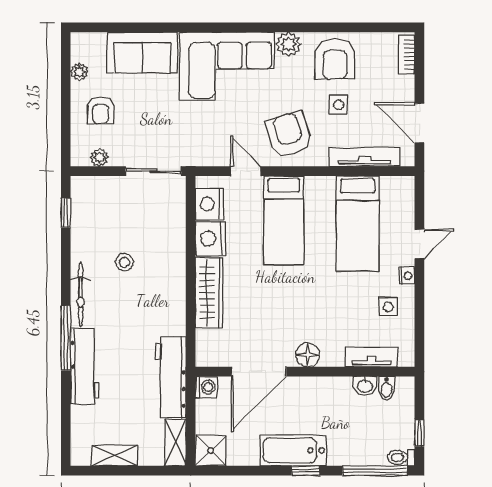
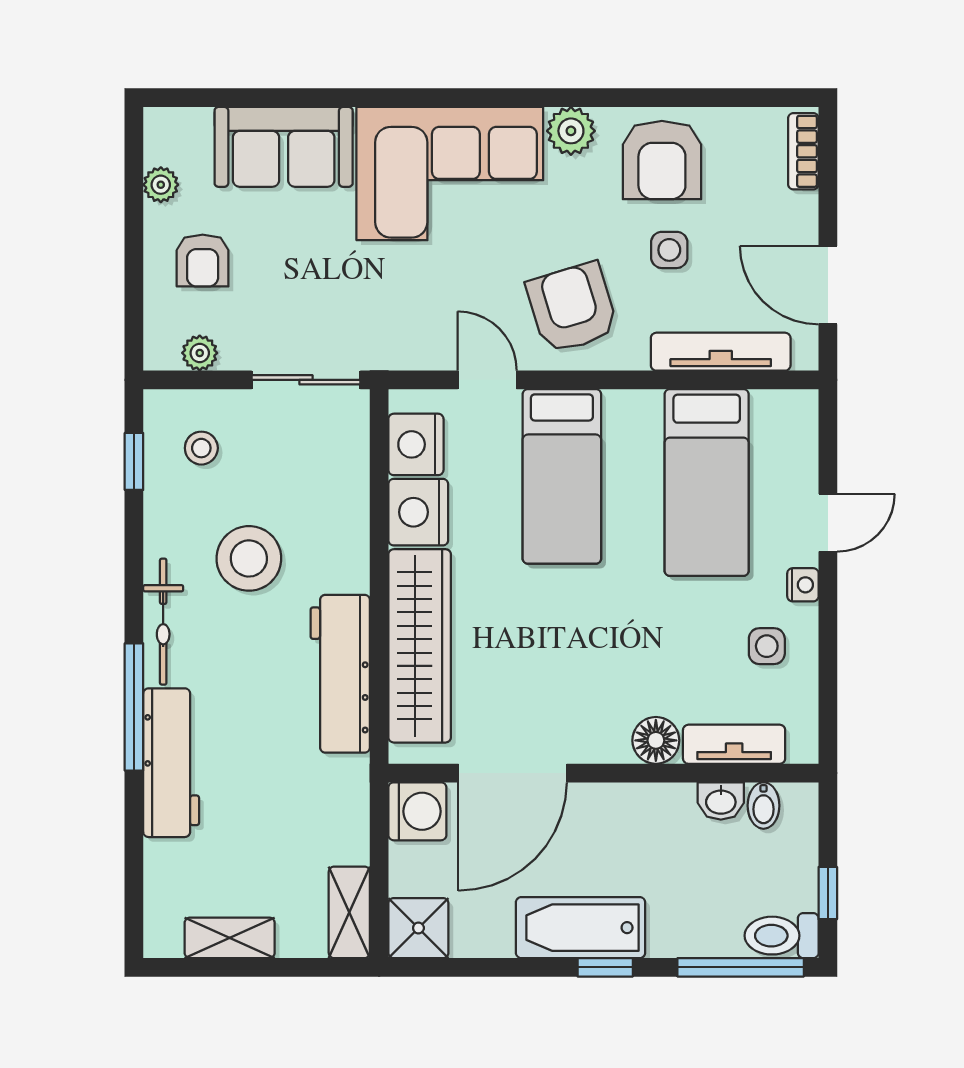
stool: (100, 206) -> (201, 448), added
stool: (124, 262) -> (249, 558), width x1.89, depth x1.89
wardrobe: (209, 293) -> (420, 646), width x1.40, depth x1.17
floor lamp: (308, 355) -> (656, 740), moved
workbench: (171, 377) -> (340, 674), moved
washing machine: (206, 387) -> (417, 811), width x1.38, depth x1.38
toilet: (401, 458) -> (782, 936), width x1.37, depth x1.39

